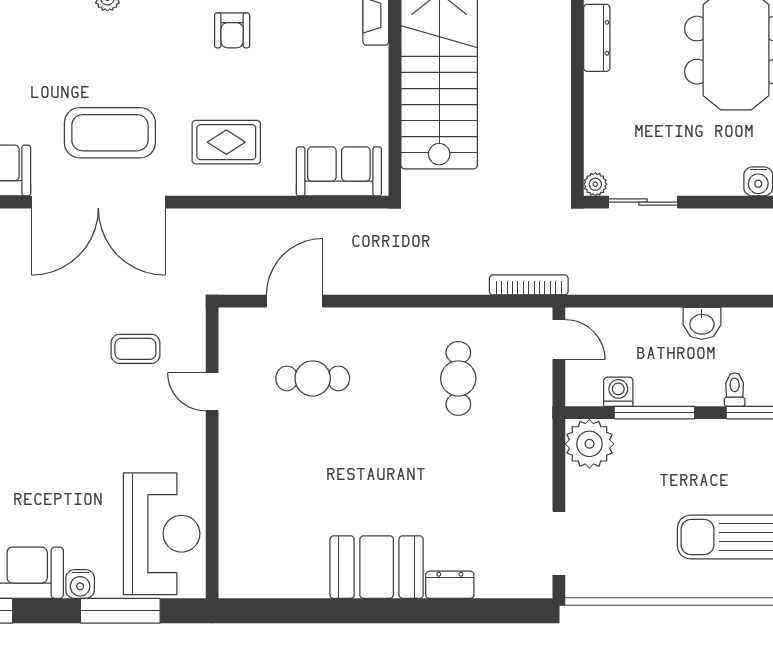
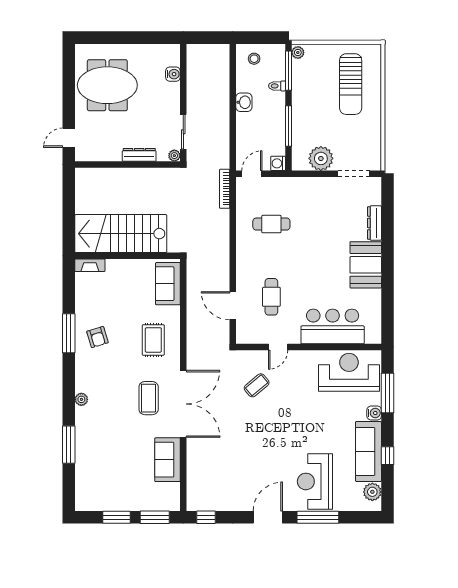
armchair: (232, 30) -> (97, 337), turned 73
dresser: (597, 38) -> (139, 155), moved
coffee table: (110, 133) -> (149, 398), width x0.73, depth x0.76
coffee table: (135, 349) -> (257, 385), turned 50
washing machine: (618, 392) -> (278, 163), moved
plant: (589, 444) -> (321, 158), moved
bar counter: (253, 501) -> (333, 326), added
dresser: (450, 585) -> (375, 223), width x1.44

